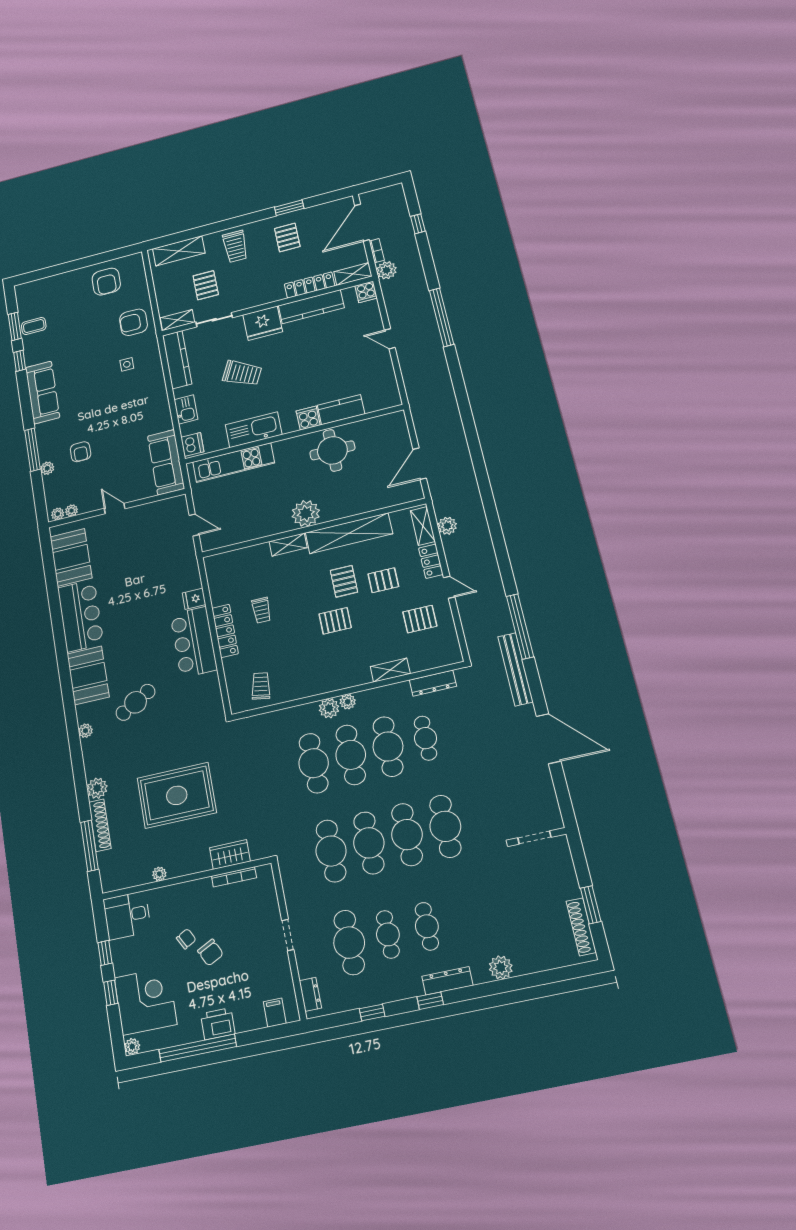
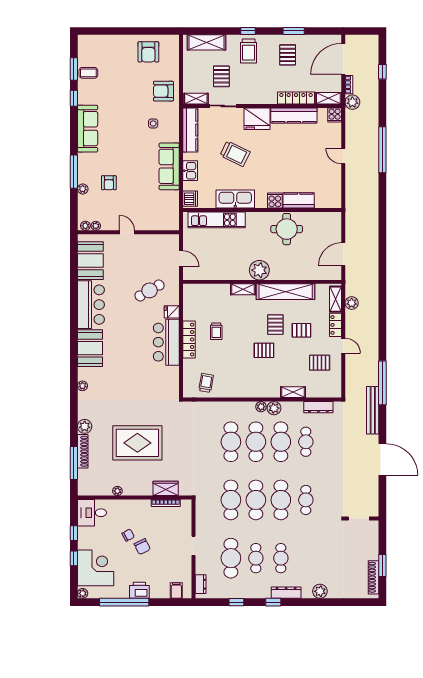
window: (230, 224) -> (248, 31), added
sofa: (166, 462) -> (169, 166), moved
cafe table: (136, 702) -> (150, 290), moved
plant: (329, 708) -> (274, 408), moved
cafe table: (445, 826) -> (306, 500), width x0.73, depth x0.74

